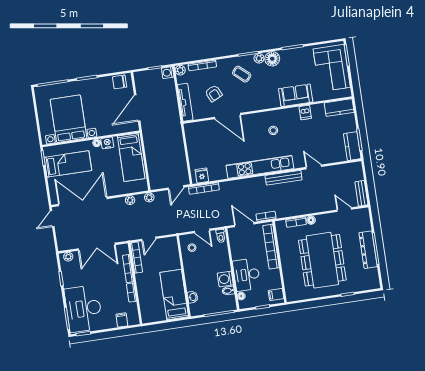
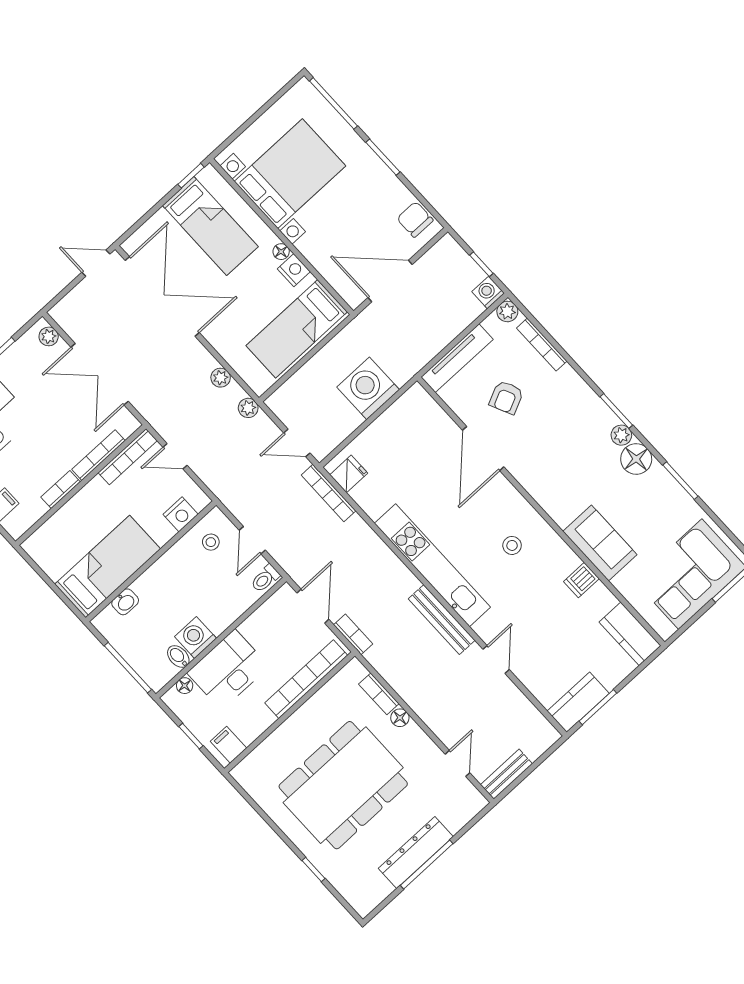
coffee table: (242, 74) -> (573, 423), removed
washing machine: (173, 145) -> (368, 388), added
nightstand: (173, 252) -> (181, 514), added

